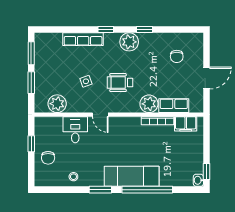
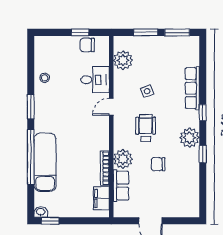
chair: (177, 56) -> (158, 164), moved
chair: (48, 158) -> (87, 45), moved
exam couch: (132, 176) -> (45, 162), moved

